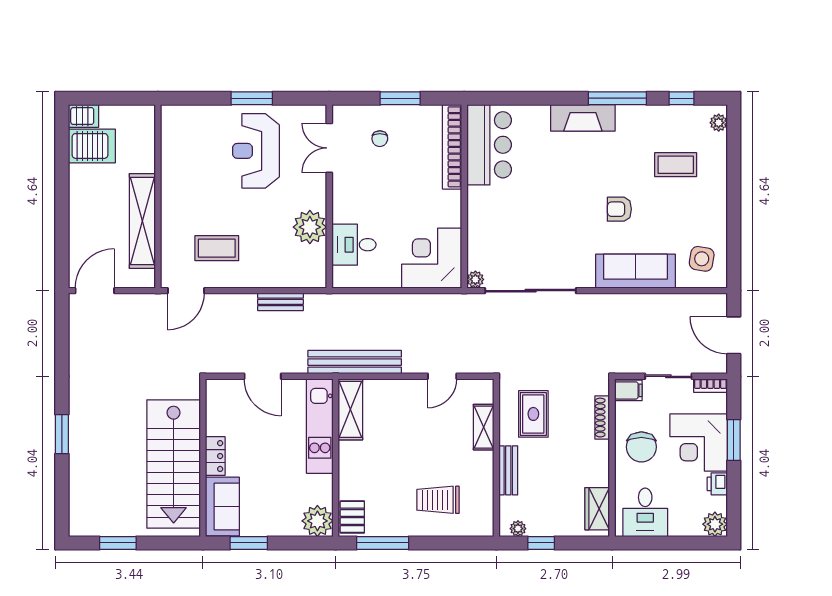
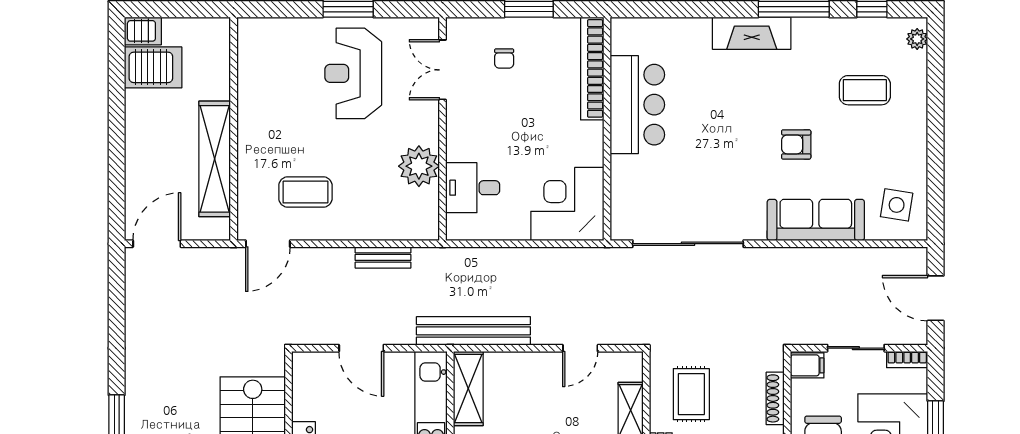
bar counter: (489, 145) -> (637, 105), moved
plant: (475, 279) -> (621, 230), removed

